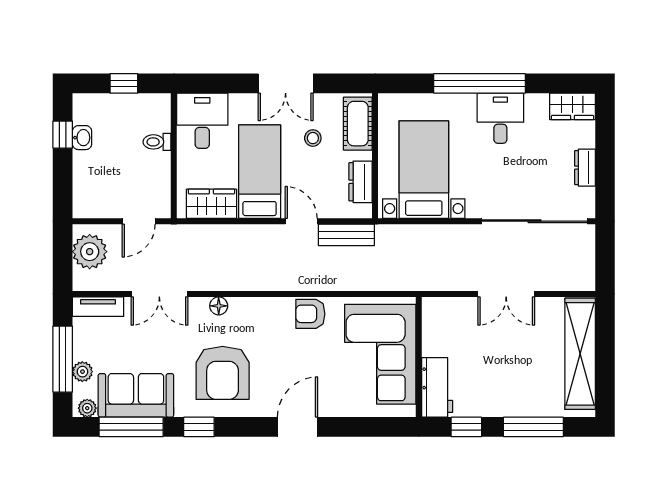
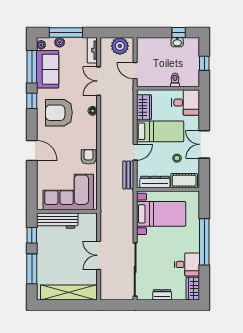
desk: (500, 118) -> (187, 264), moved
dresser: (361, 182) -> (155, 182), width x1.44
workbench: (437, 387) -> (57, 221), width x1.38

